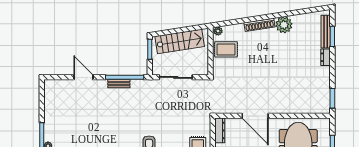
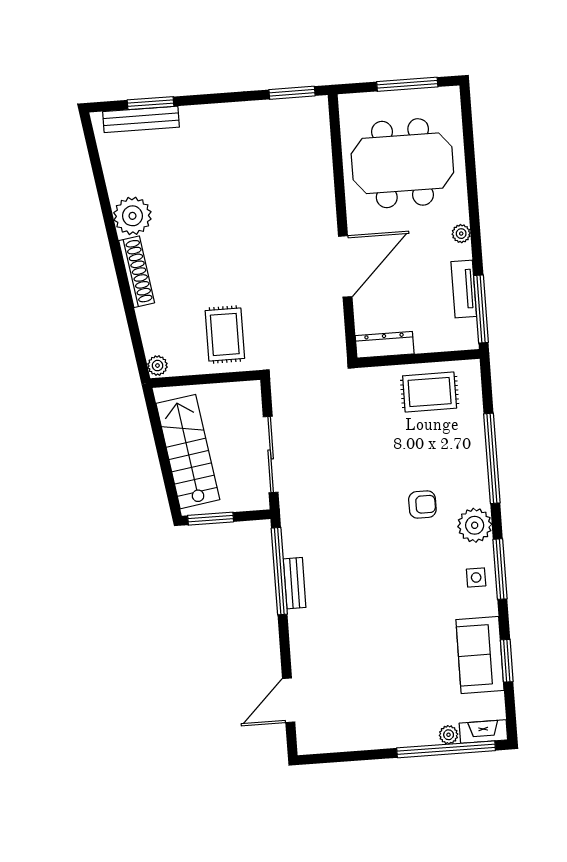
rug: (226, 49) -> (225, 334), moved
dresser: (326, 57) -> (200, 115), removed
door: (83, 77) -> (289, 700), moved

